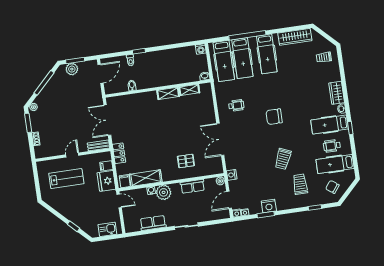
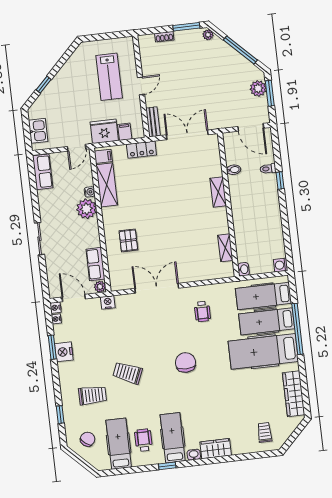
hospital bed: (267, 54) -> (263, 351), width x1.37, depth x1.29
shelving: (168, 93) -> (218, 192), moved
door: (72, 155) -> (141, 86), hinge flipped
row of seats: (192, 186) -> (95, 264), moved
row of seats: (153, 223) -> (43, 172), moved

